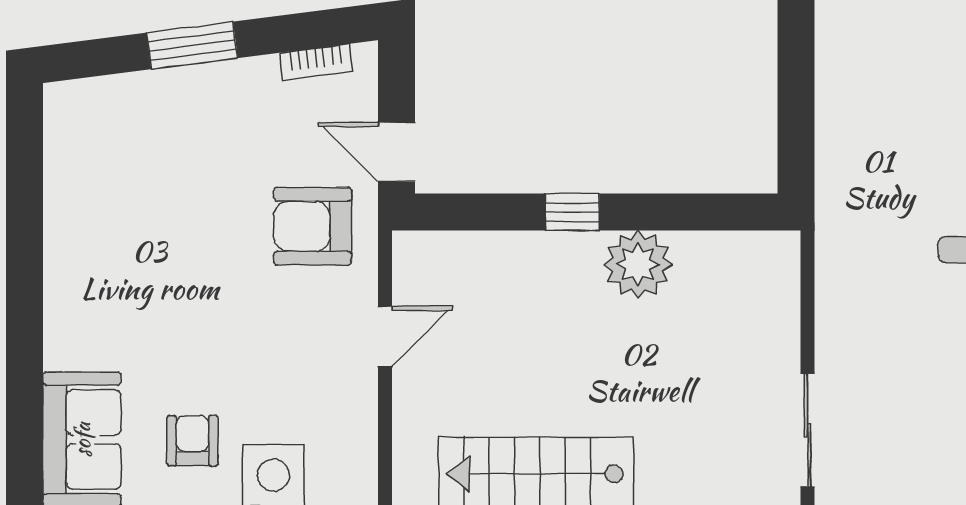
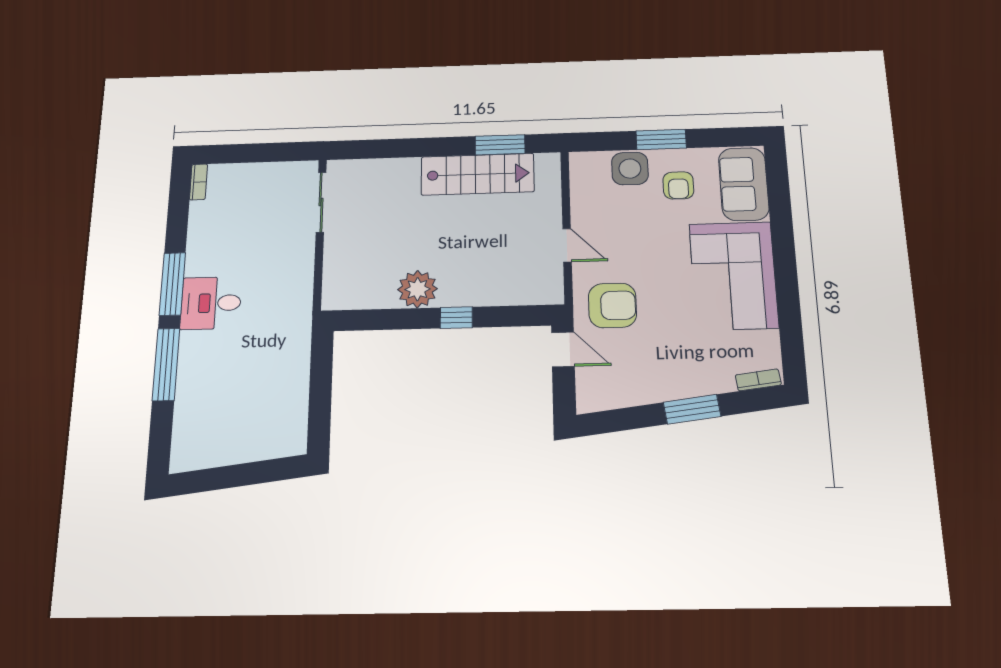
bookcase: (316, 62) -> (758, 380), moved
corner sofa: (110, 273) -> (734, 276), added
door: (385, 336) -> (567, 245), swing flipped

